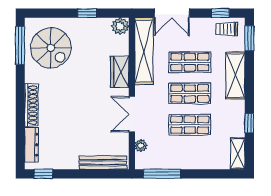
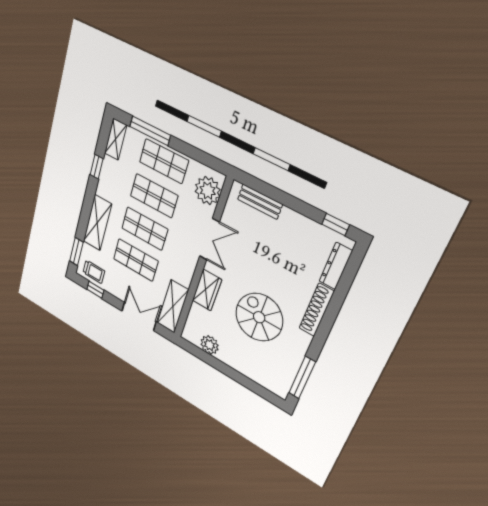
window: (87, 13) -> (219, 366), removed
plant: (120, 26) -> (210, 345), moved
spiral stairs: (51, 48) -> (259, 317), moved
shelving: (144, 51) -> (173, 307), width x0.68
plant: (141, 146) -> (208, 191), width x1.88, depth x1.88
shop shelf: (190, 156) -> (164, 161), added
bench: (103, 163) -> (260, 202), width x0.73
window: (162, 174) -> (150, 131), moved

